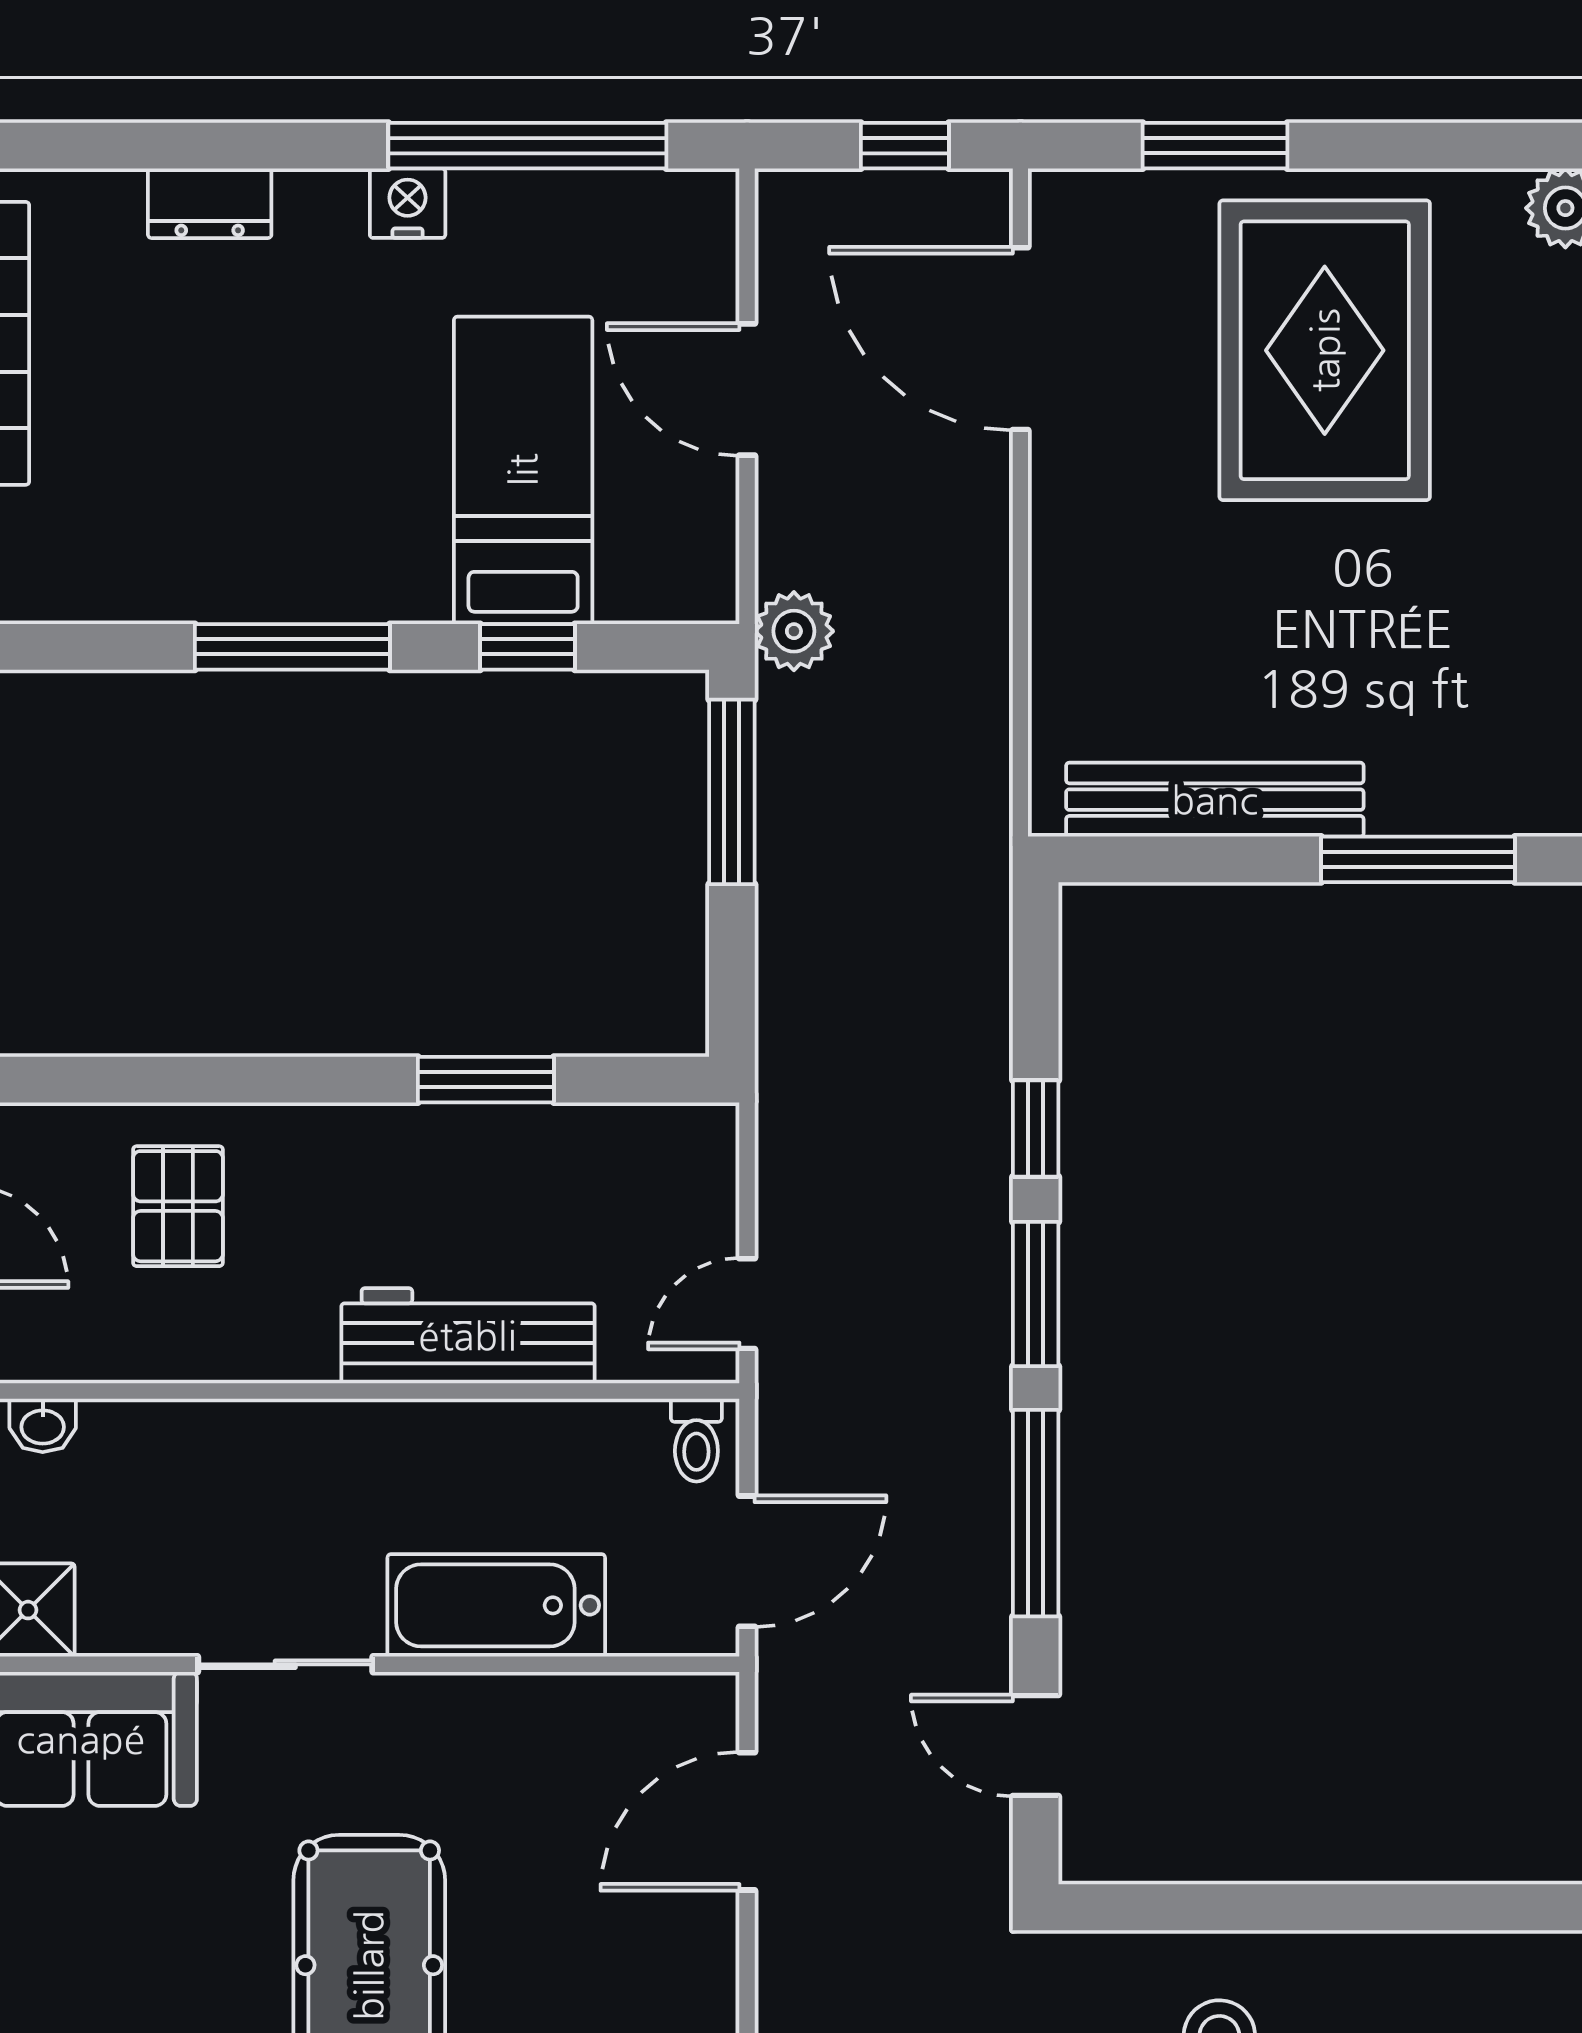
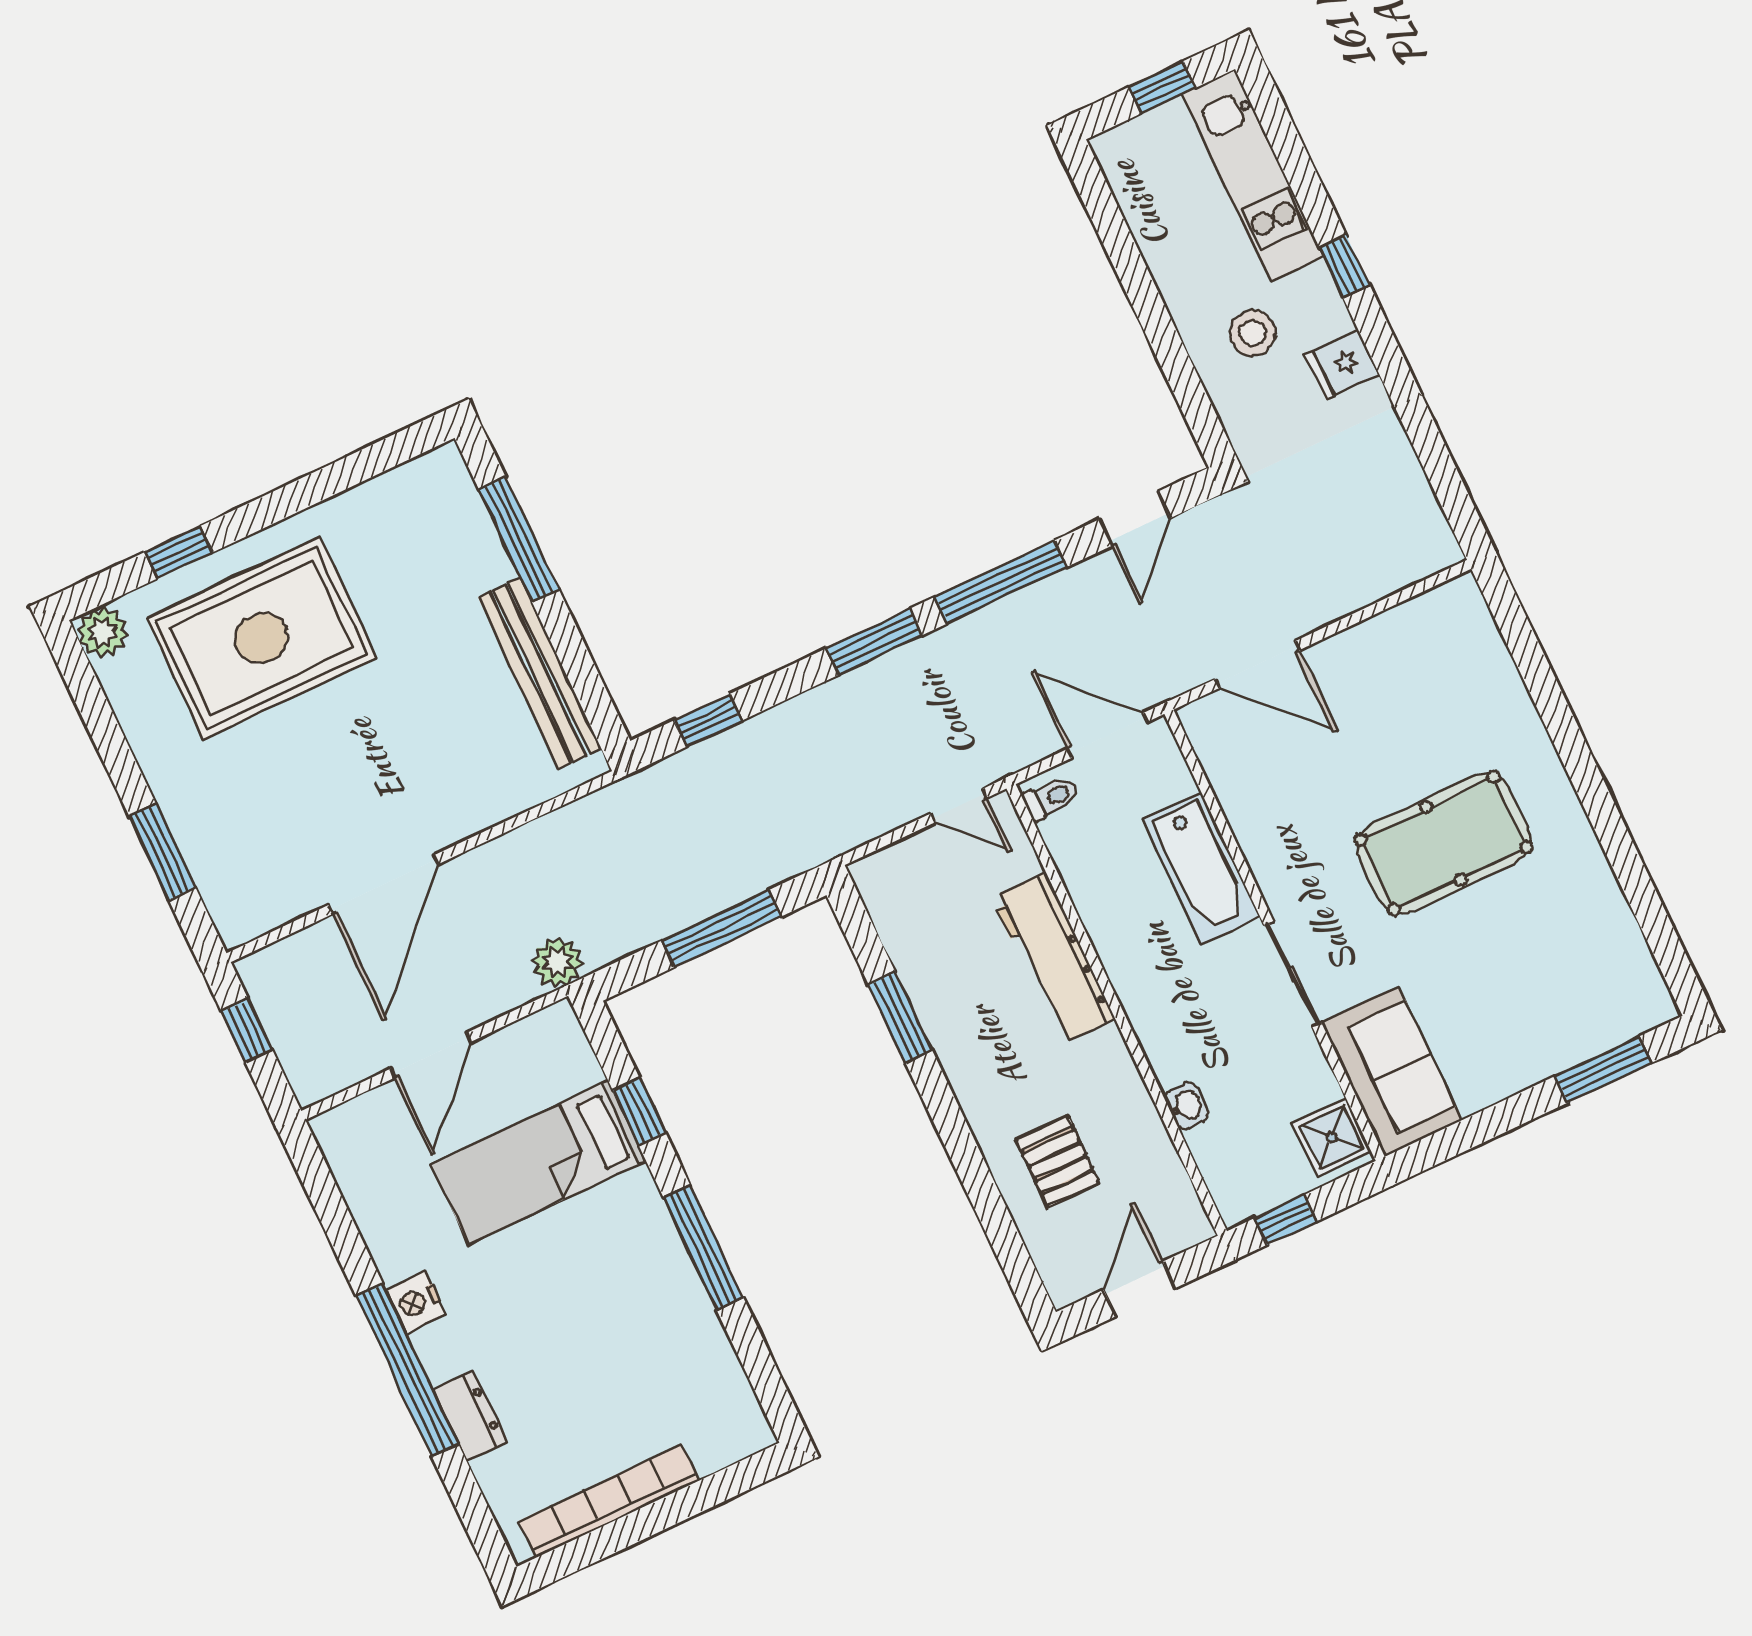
window: (527, 146) -> (407, 1370), moved
door: (1020, 339) -> (383, 884), moved
rug: (1325, 350) -> (262, 638), moved
window: (732, 792) -> (721, 929), moved
window: (1036, 1129) -> (708, 720), moved
pallet: (178, 1206) -> (1058, 1161), turned 90
washbasin: (43, 1425) -> (1186, 1106), moved

